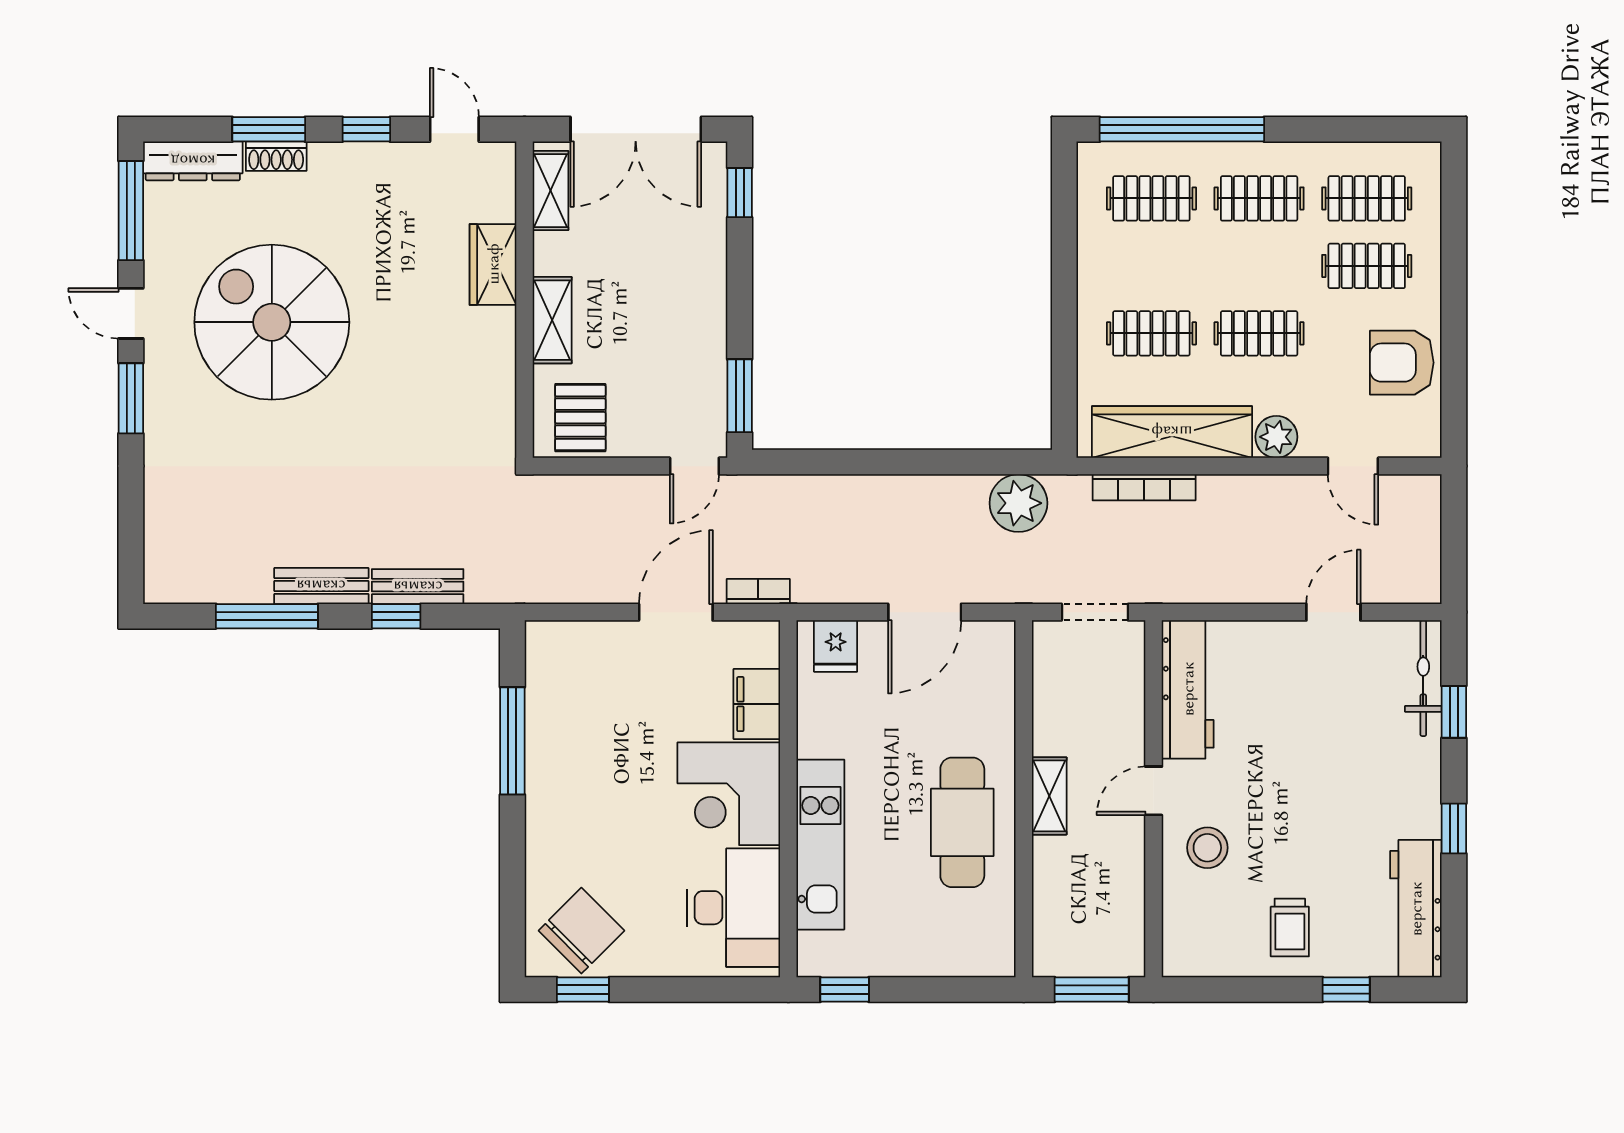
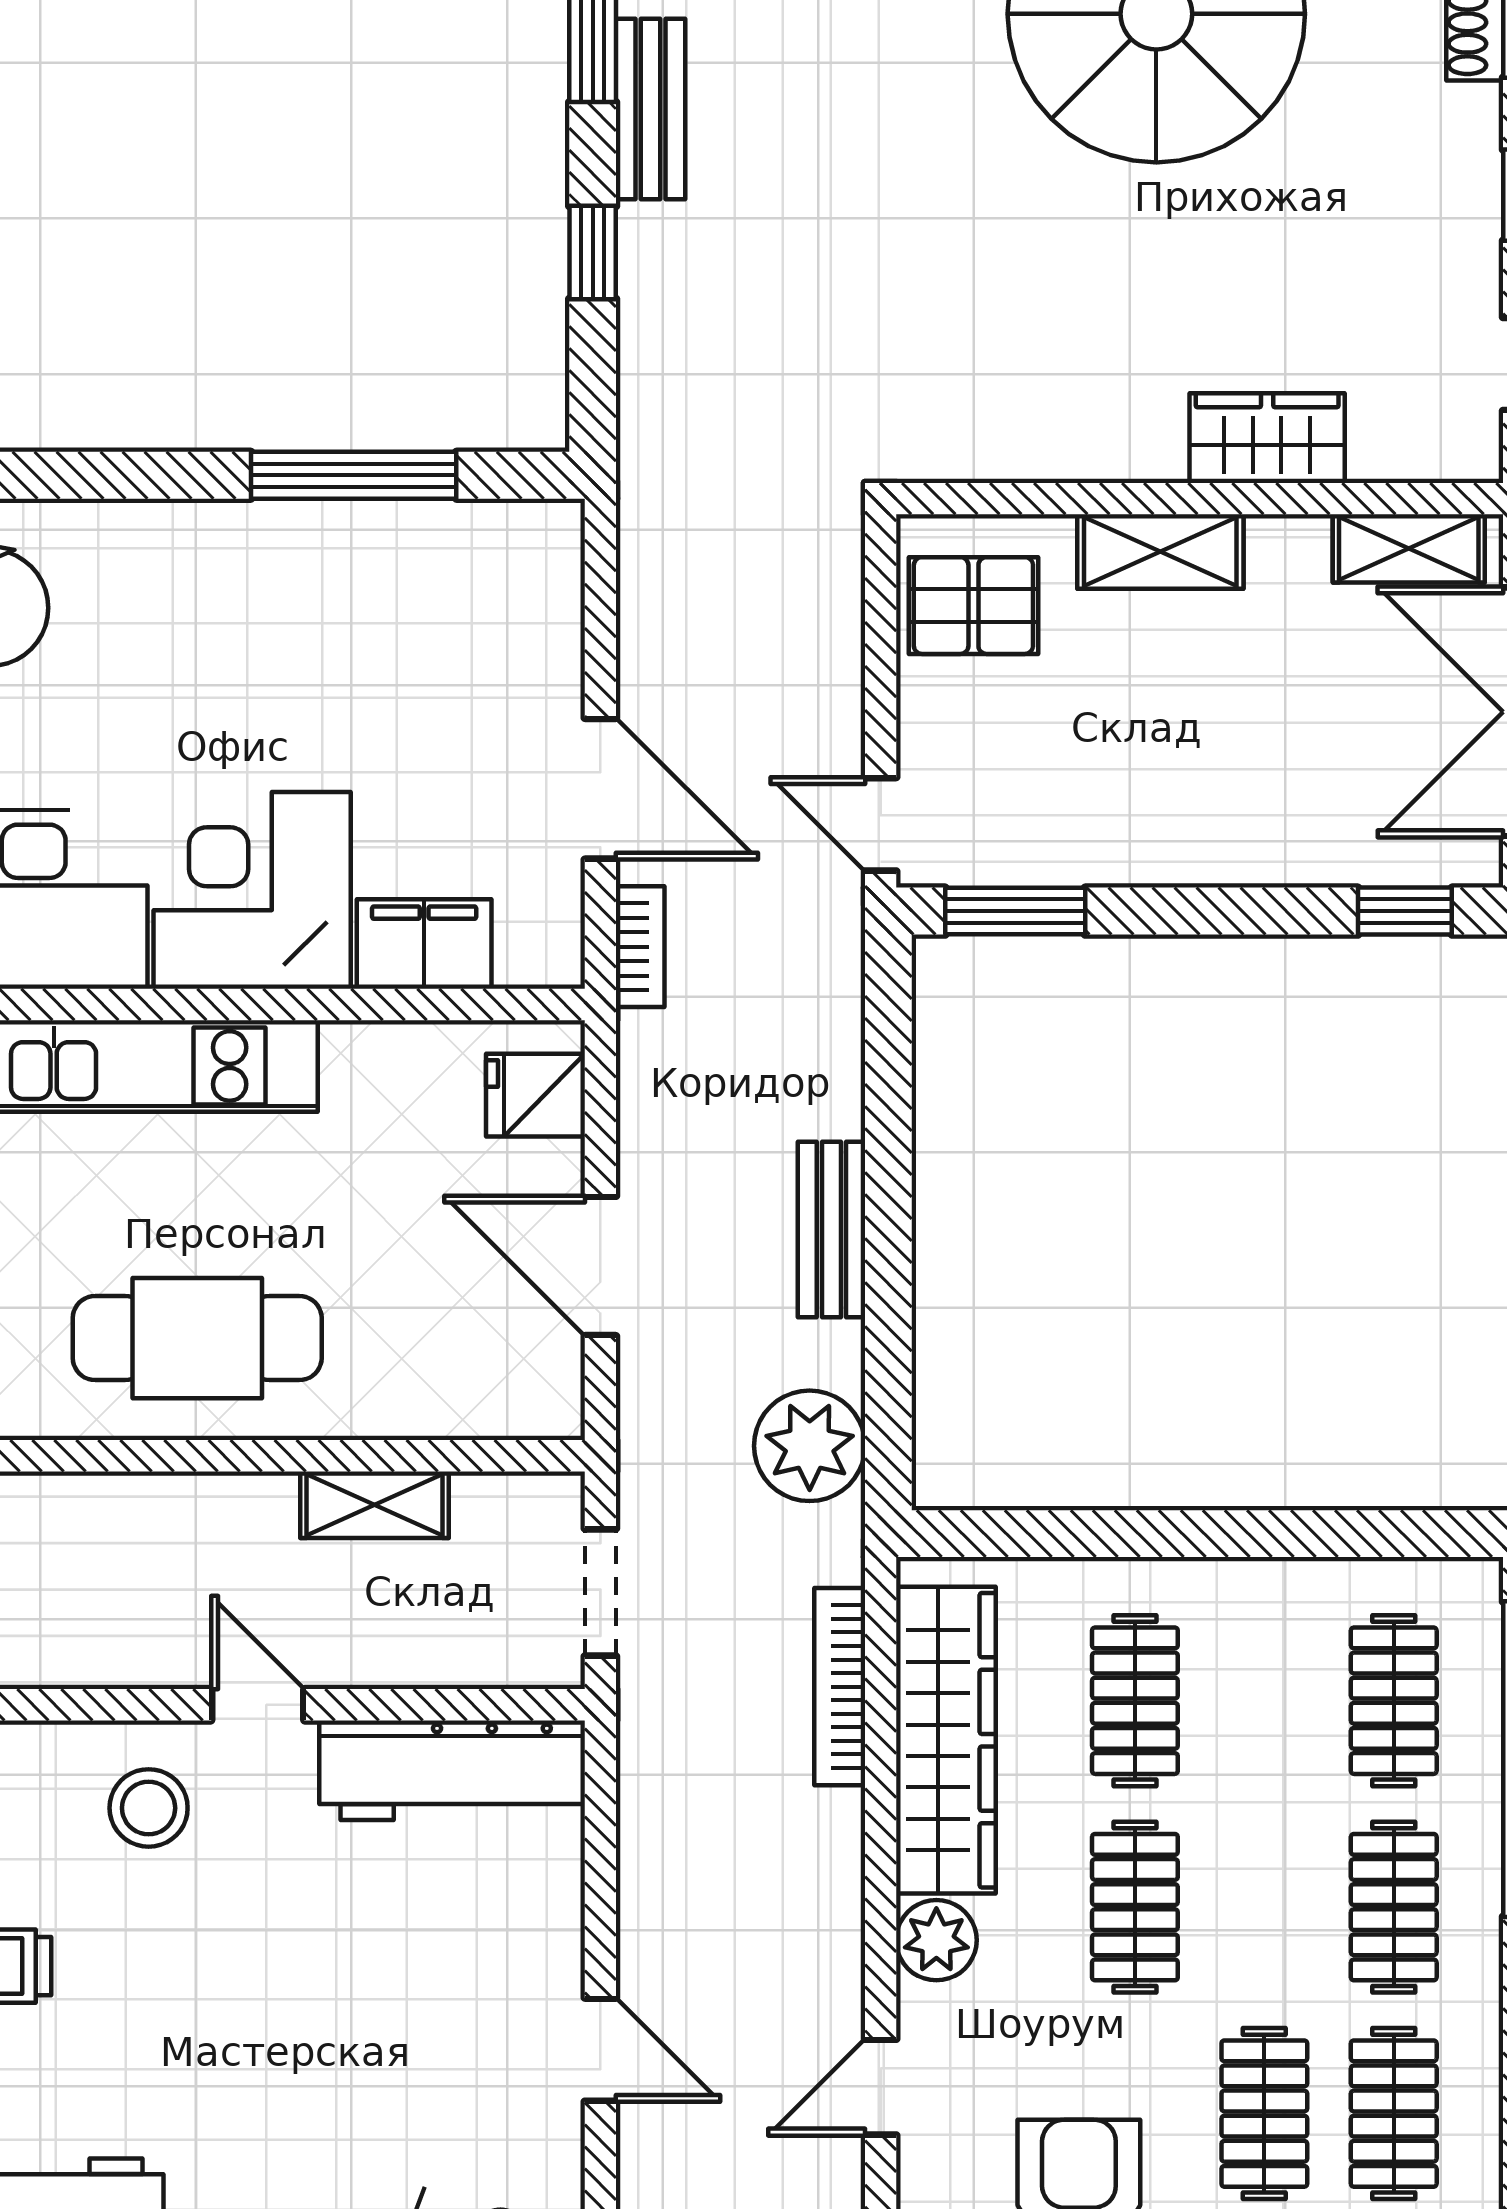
bench: (418, 587) -> (831, 1229), moved
shelving: (1049, 796) -> (374, 1505), moved

